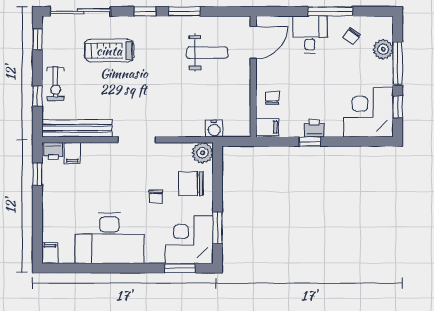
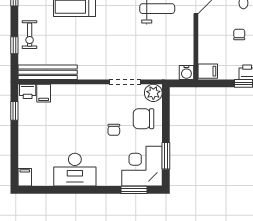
chair: (272, 98) -> (239, 34), moved
water cooler: (214, 129) -> (186, 72), moved
doorway: (137, 140) -> (125, 82), moved
desk: (109, 238) -> (75, 170), width x0.73, depth x0.77

